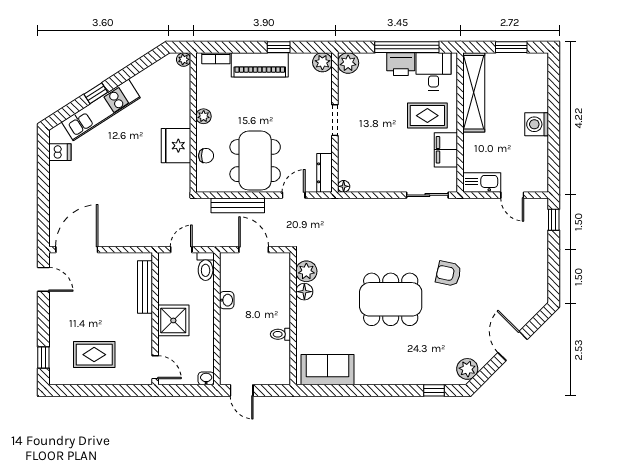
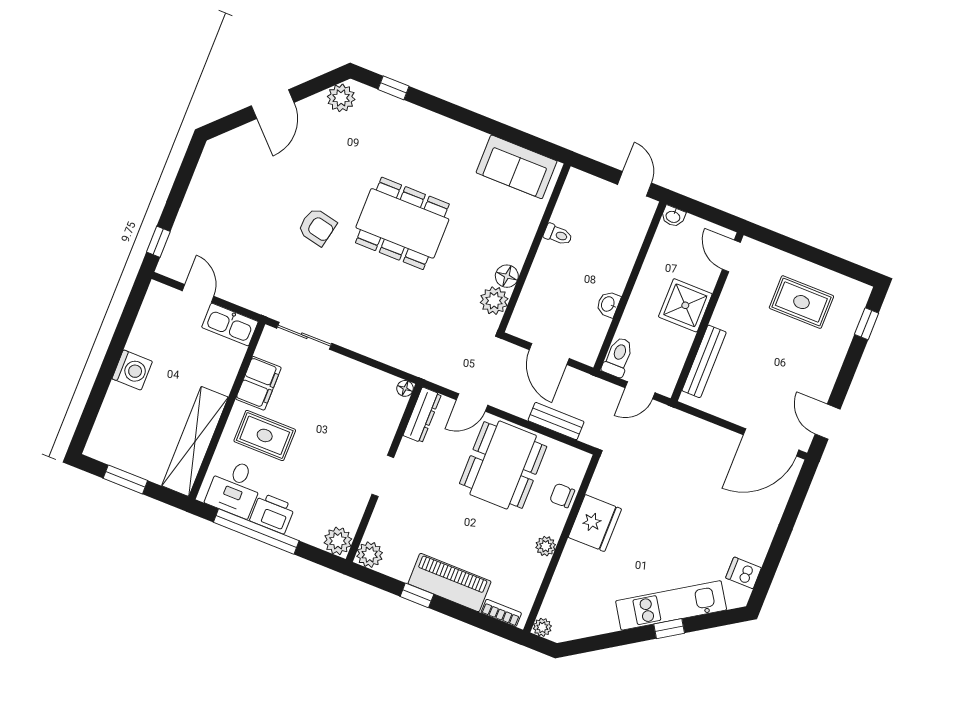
bench: (238, 205) -> (556, 421), width x0.73

